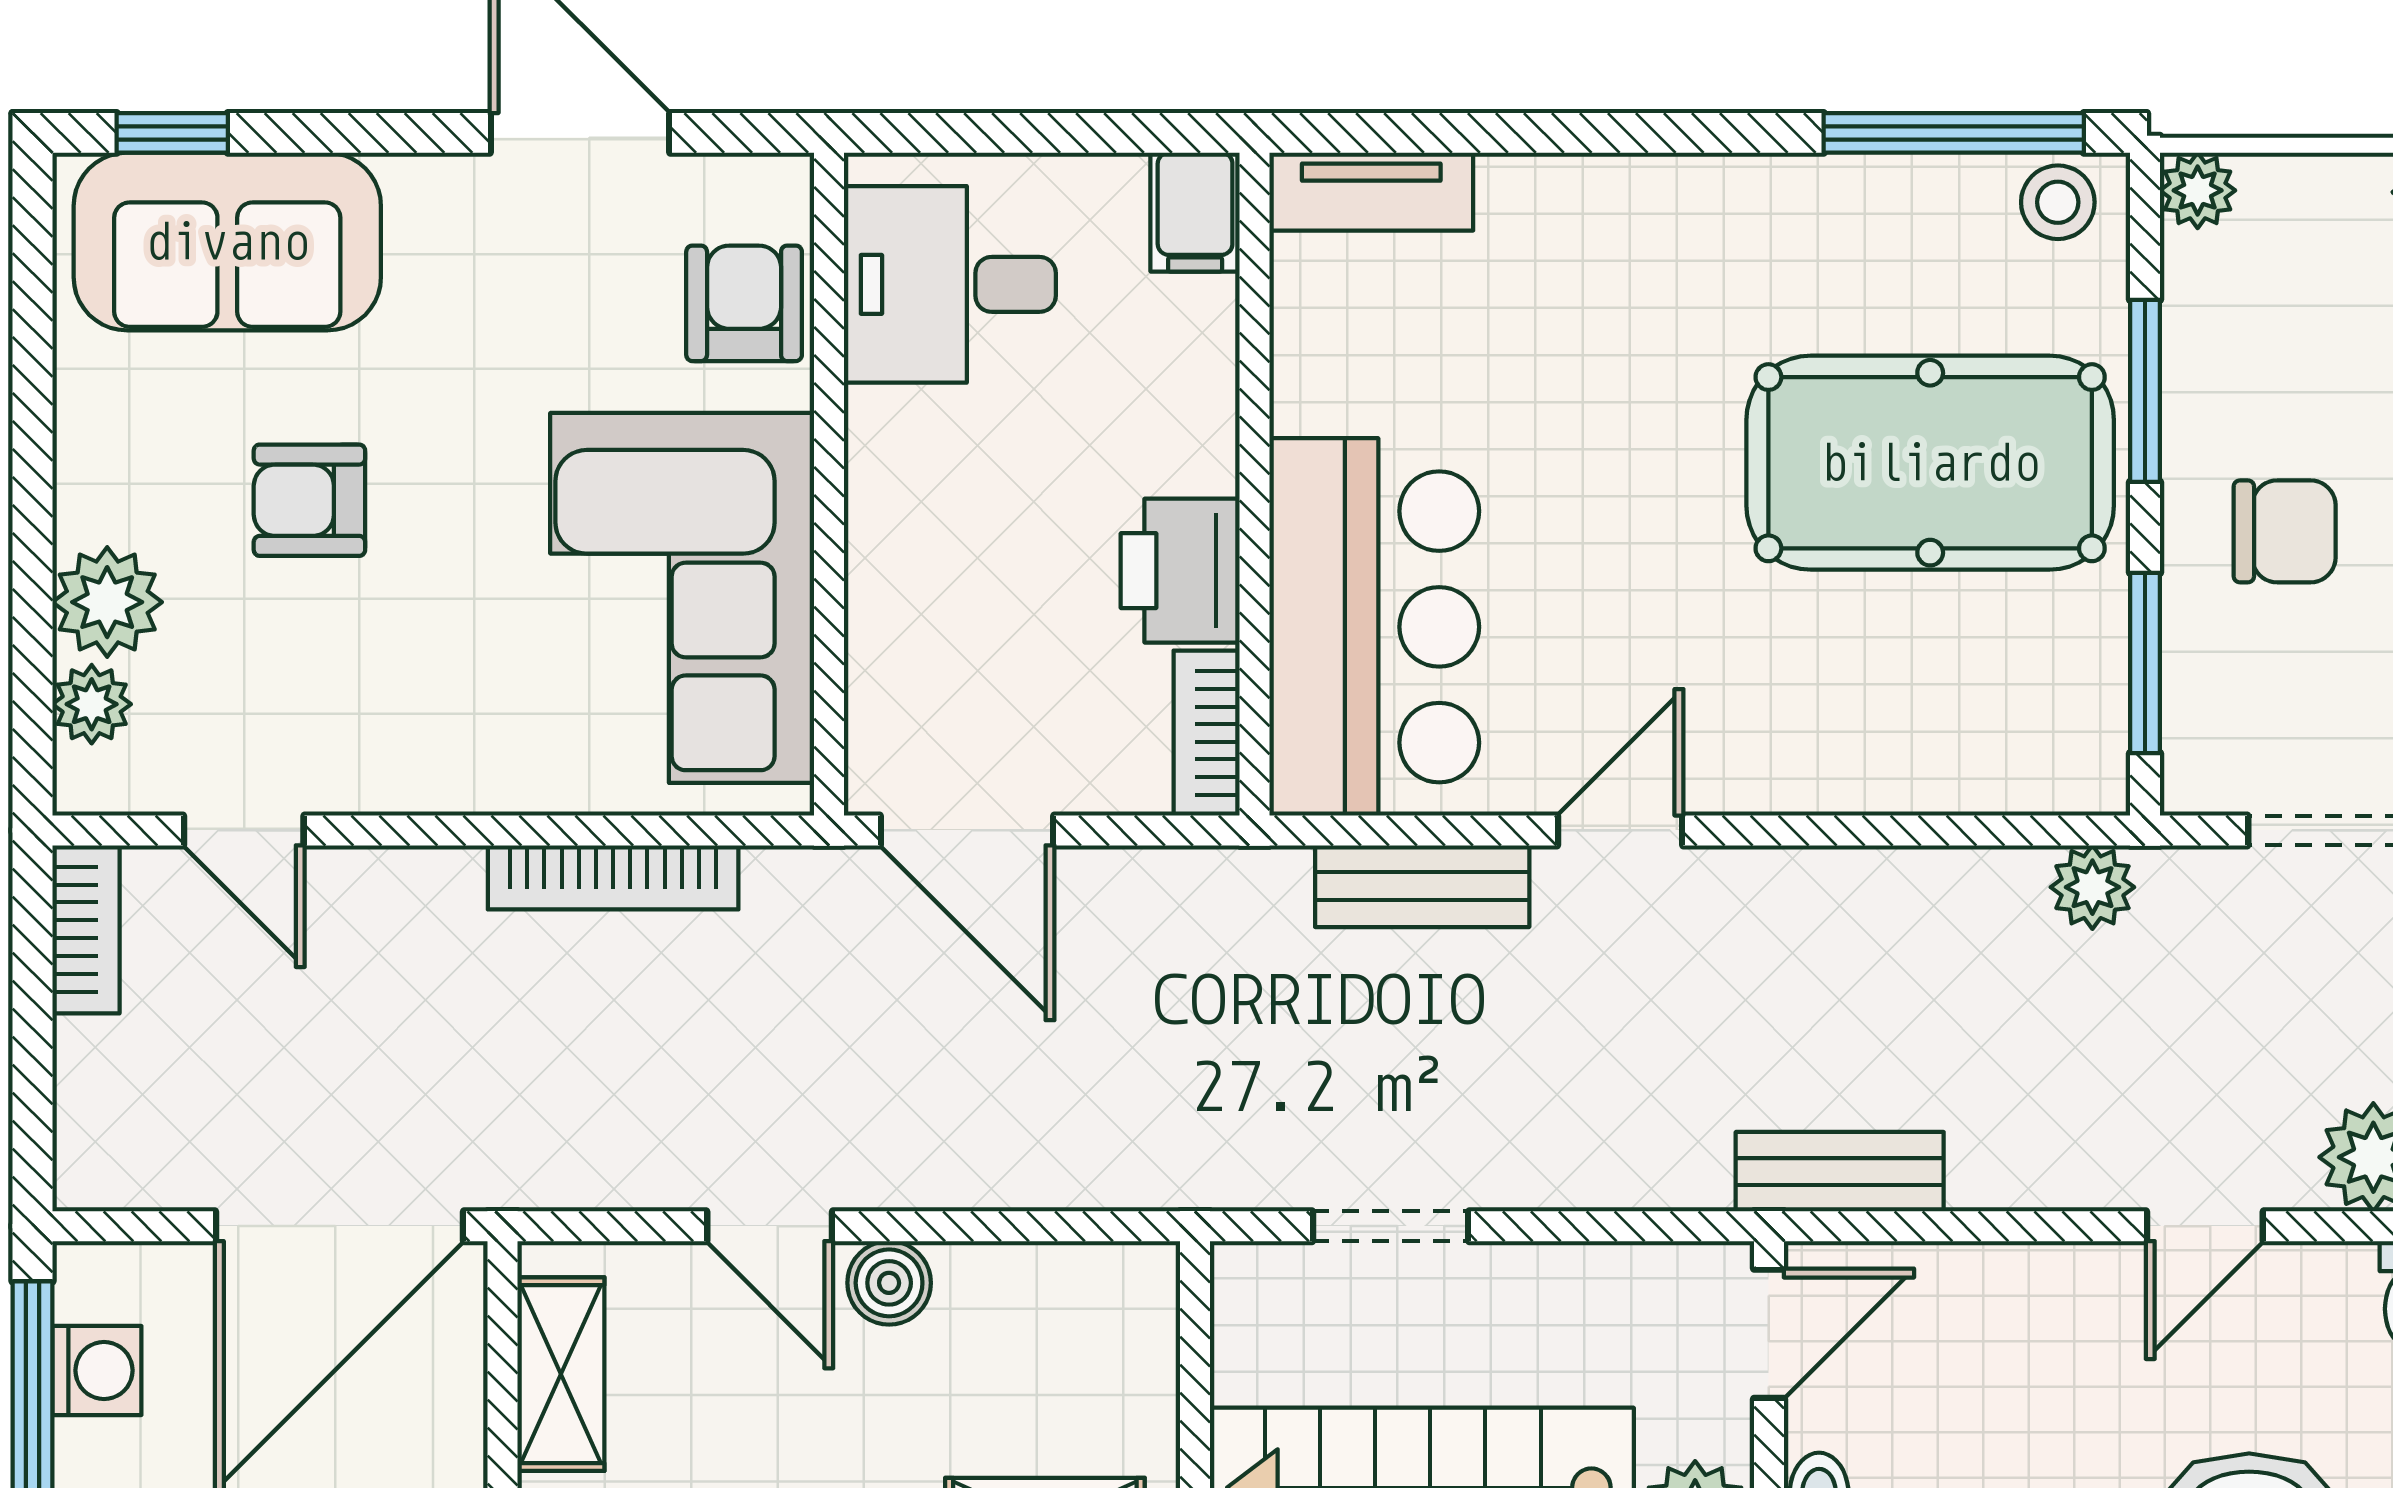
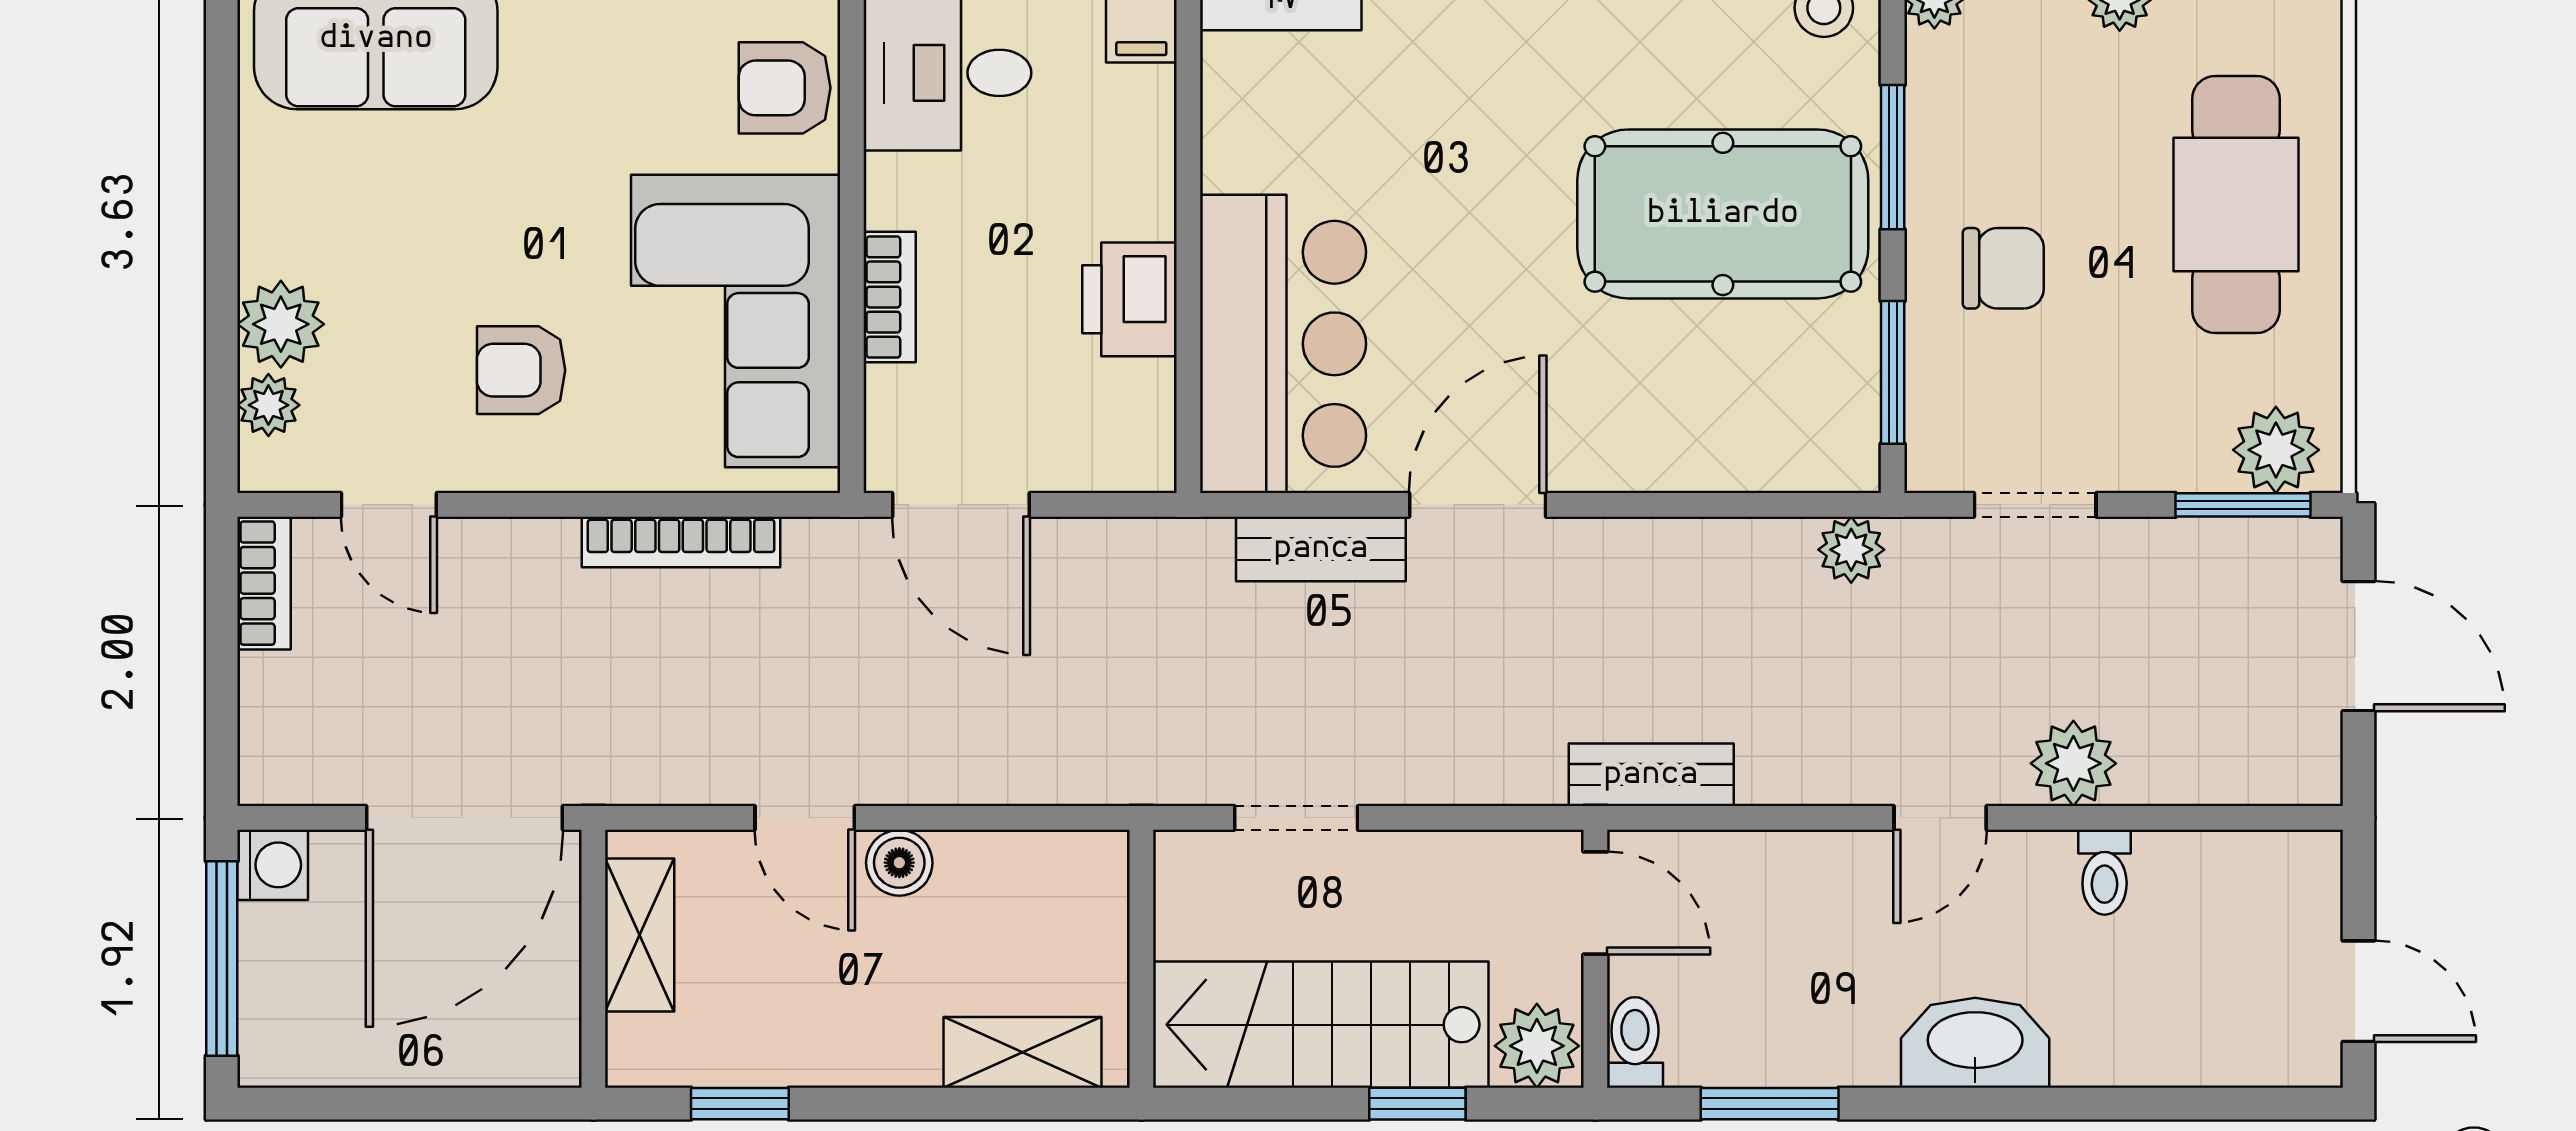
armchair: (744, 303) -> (785, 88), turned -90
armchair: (309, 500) -> (521, 370), moved
bookcase: (1207, 733) -> (890, 297), moved, turned 180
door: (1620, 830) -> (1478, 505), width x1.38
door: (1769, 1334) -> (1595, 903), hinge flipped
washing machine: (97, 1370) -> (273, 865), moved

